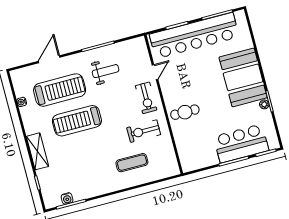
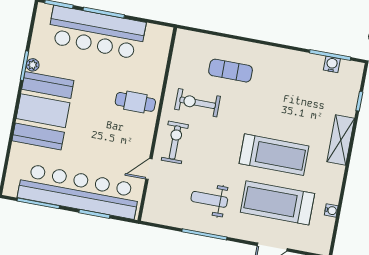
exercise bike: (144, 131) -> (198, 103), turned 180
bar counter: (241, 143) -> (96, 32), width x1.36

